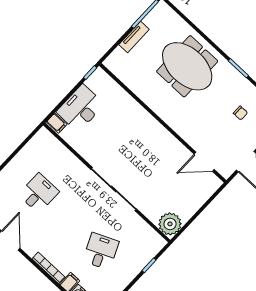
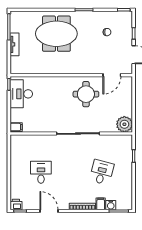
desk: (80, 108) -> (21, 94), moved
round table: (160, 156) -> (86, 94), added
desk: (101, 251) -> (102, 172), turned 39

